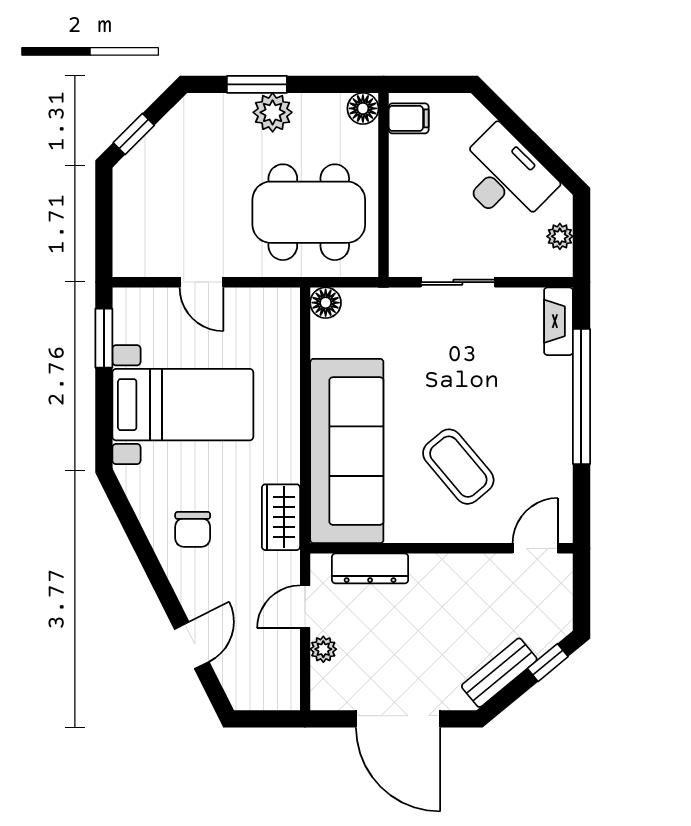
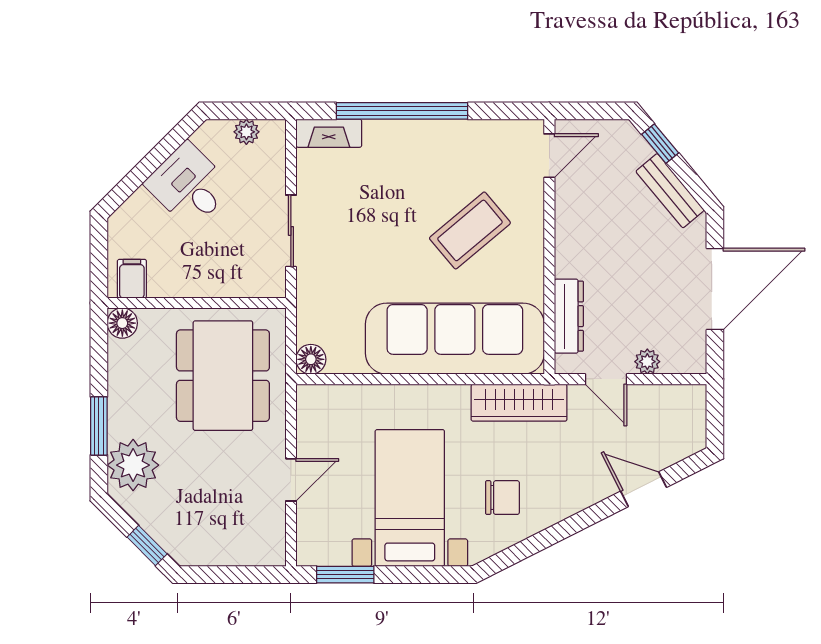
plant: (273, 112) -> (133, 465), moved, width x1.36, depth x1.36
desk: (505, 177) -> (189, 185), width x0.73
wardrobe: (281, 517) -> (519, 403), width x1.50
chair: (193, 529) -> (502, 498), moved
door: (535, 548) -> (549, 156), swing flipped

